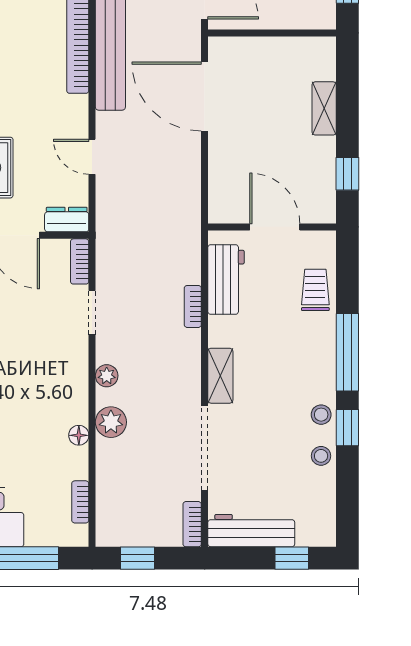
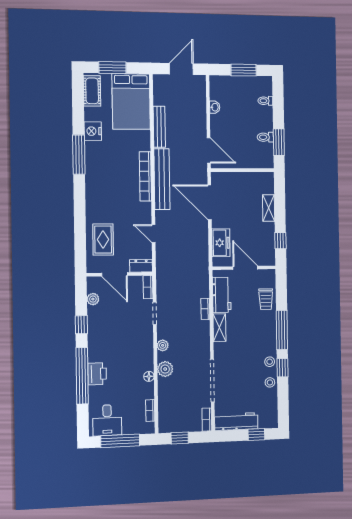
freezer: (226, 177) -> (221, 243), added
trolley: (315, 290) -> (266, 299), turned 180
shelving: (220, 376) -> (219, 328), moved

